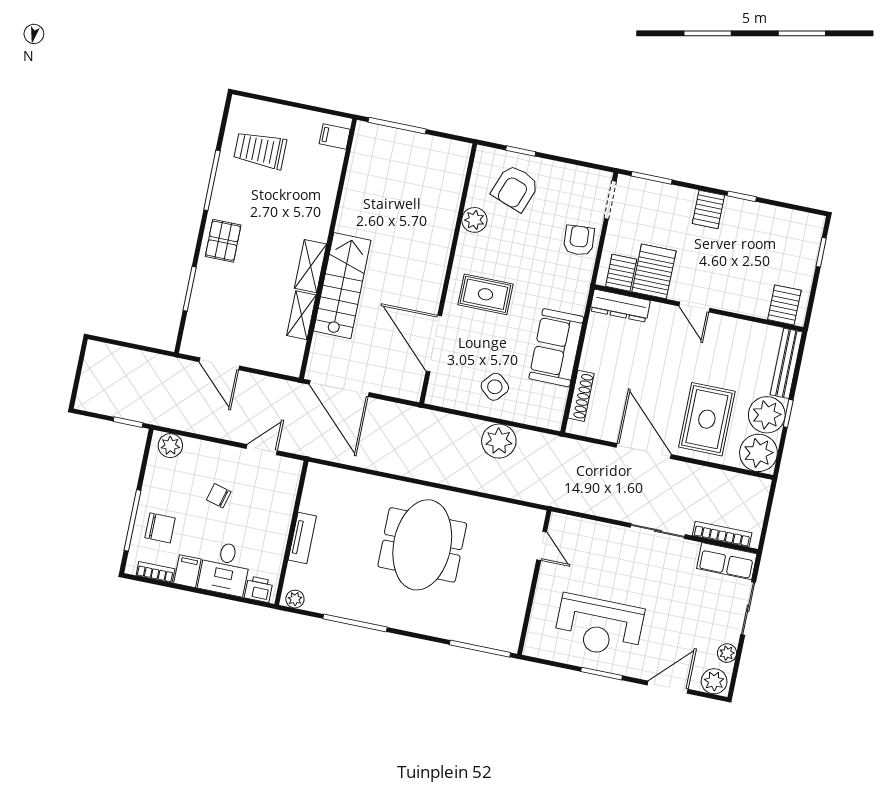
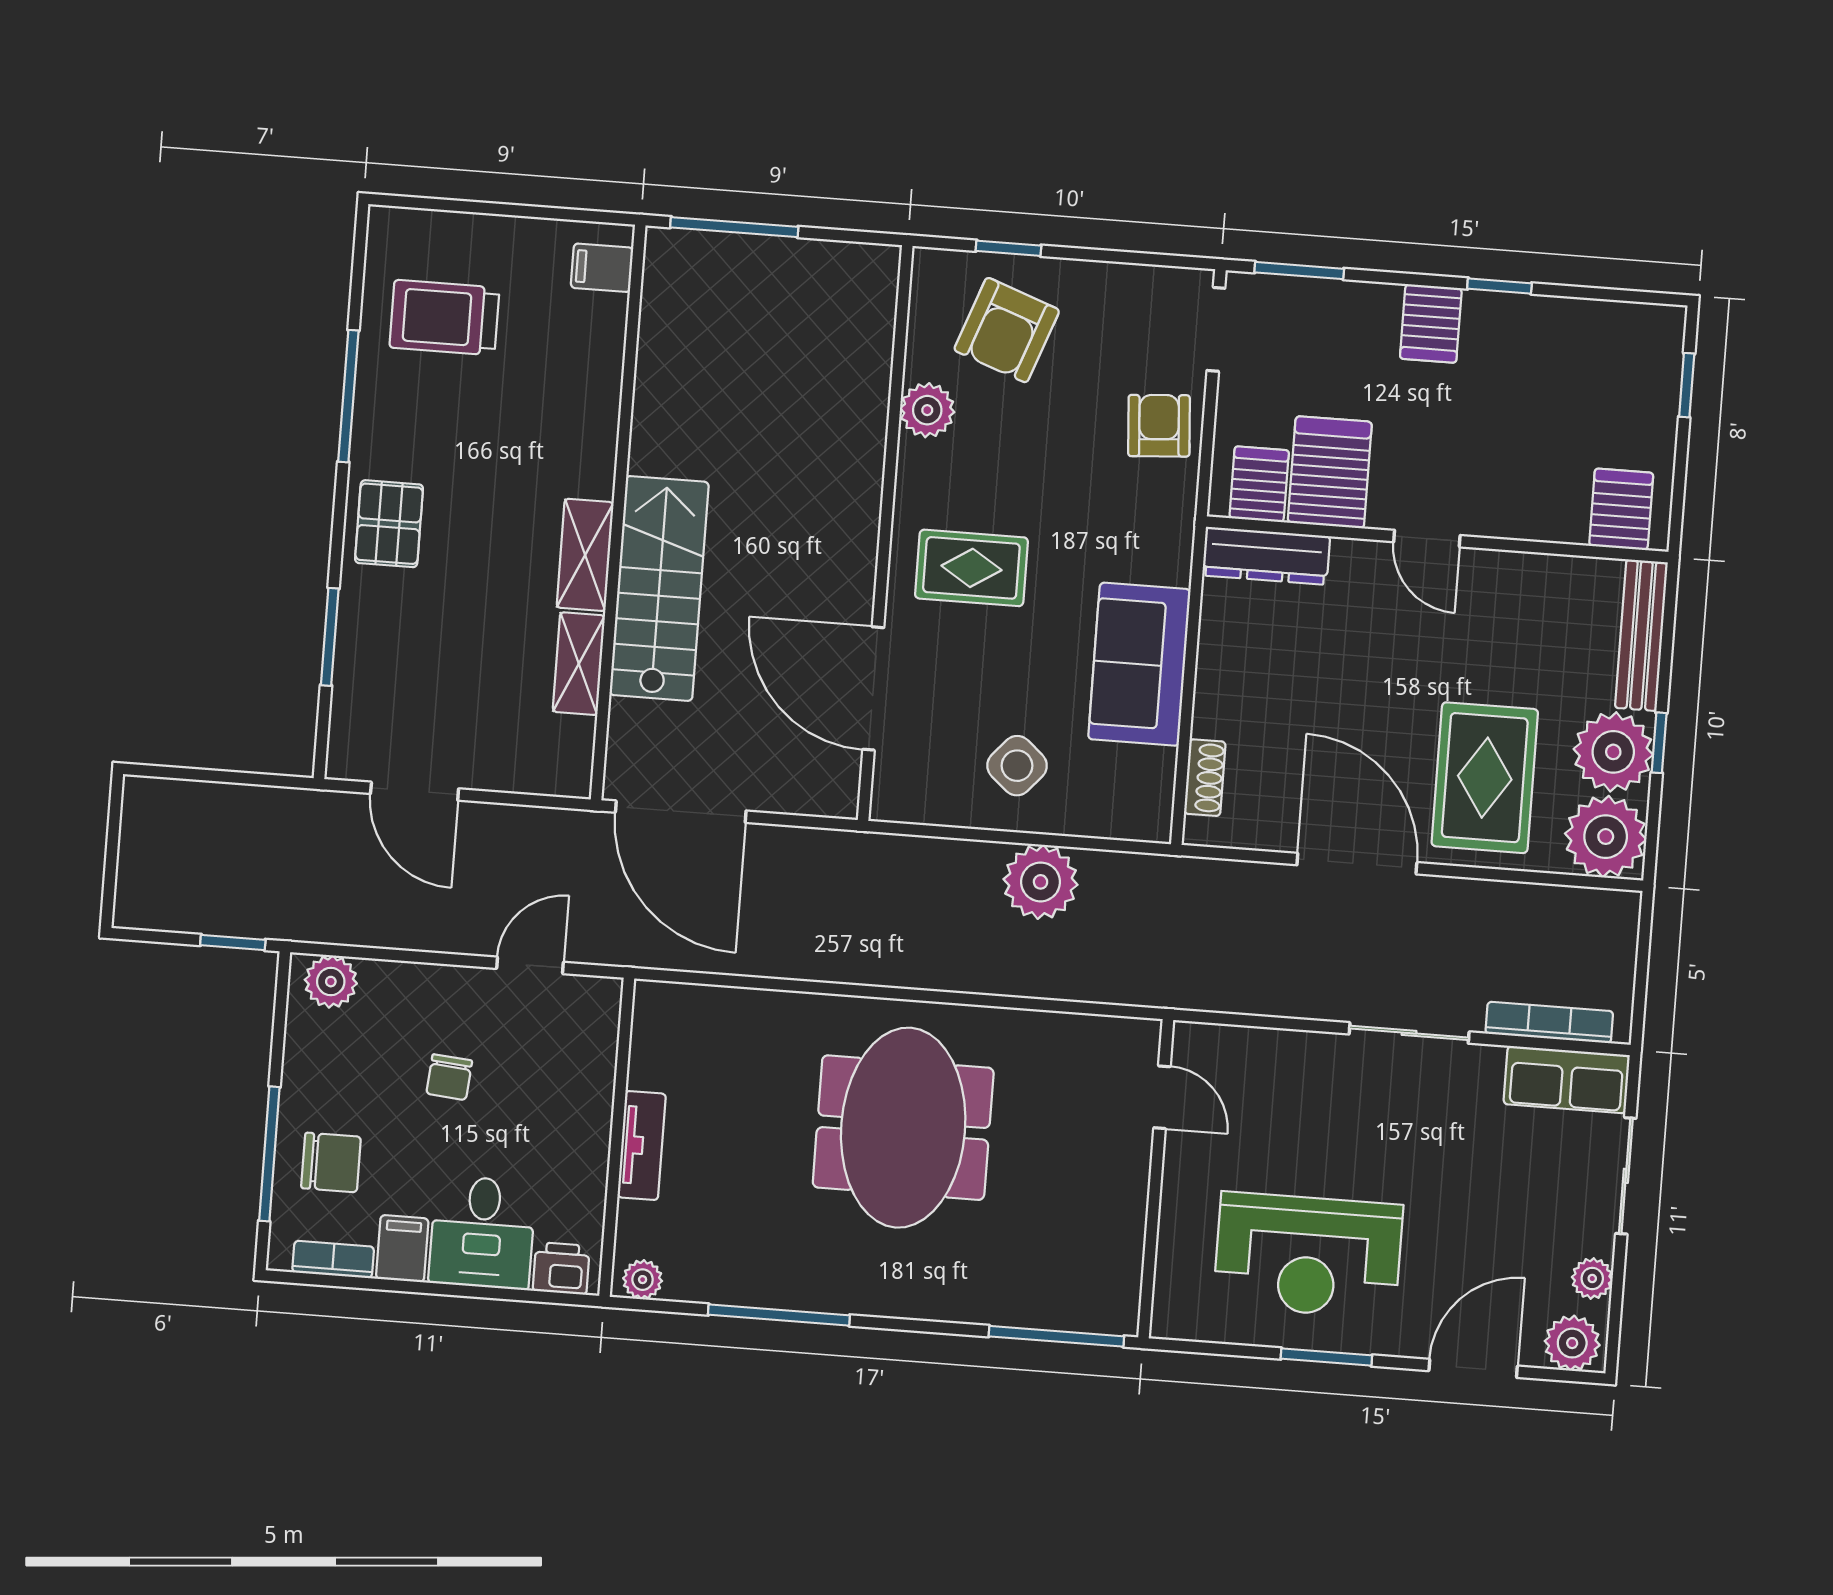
shoe rack: (581, 396) -> (1205, 778), width x0.70
chair: (219, 496) -> (449, 1077), turned -100

